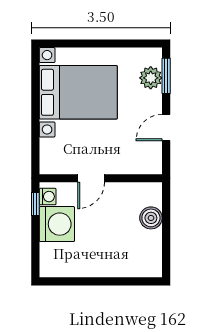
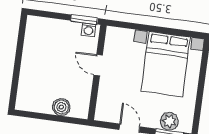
window: (35, 204) -> (84, 19), width x1.50
washing machine: (57, 224) -> (66, 34), removed

